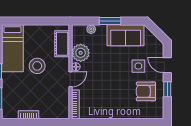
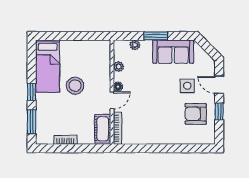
cot: (62, 44) -> (103, 129), moved
plant: (81, 53) -> (119, 66), width x0.53, depth x0.53

